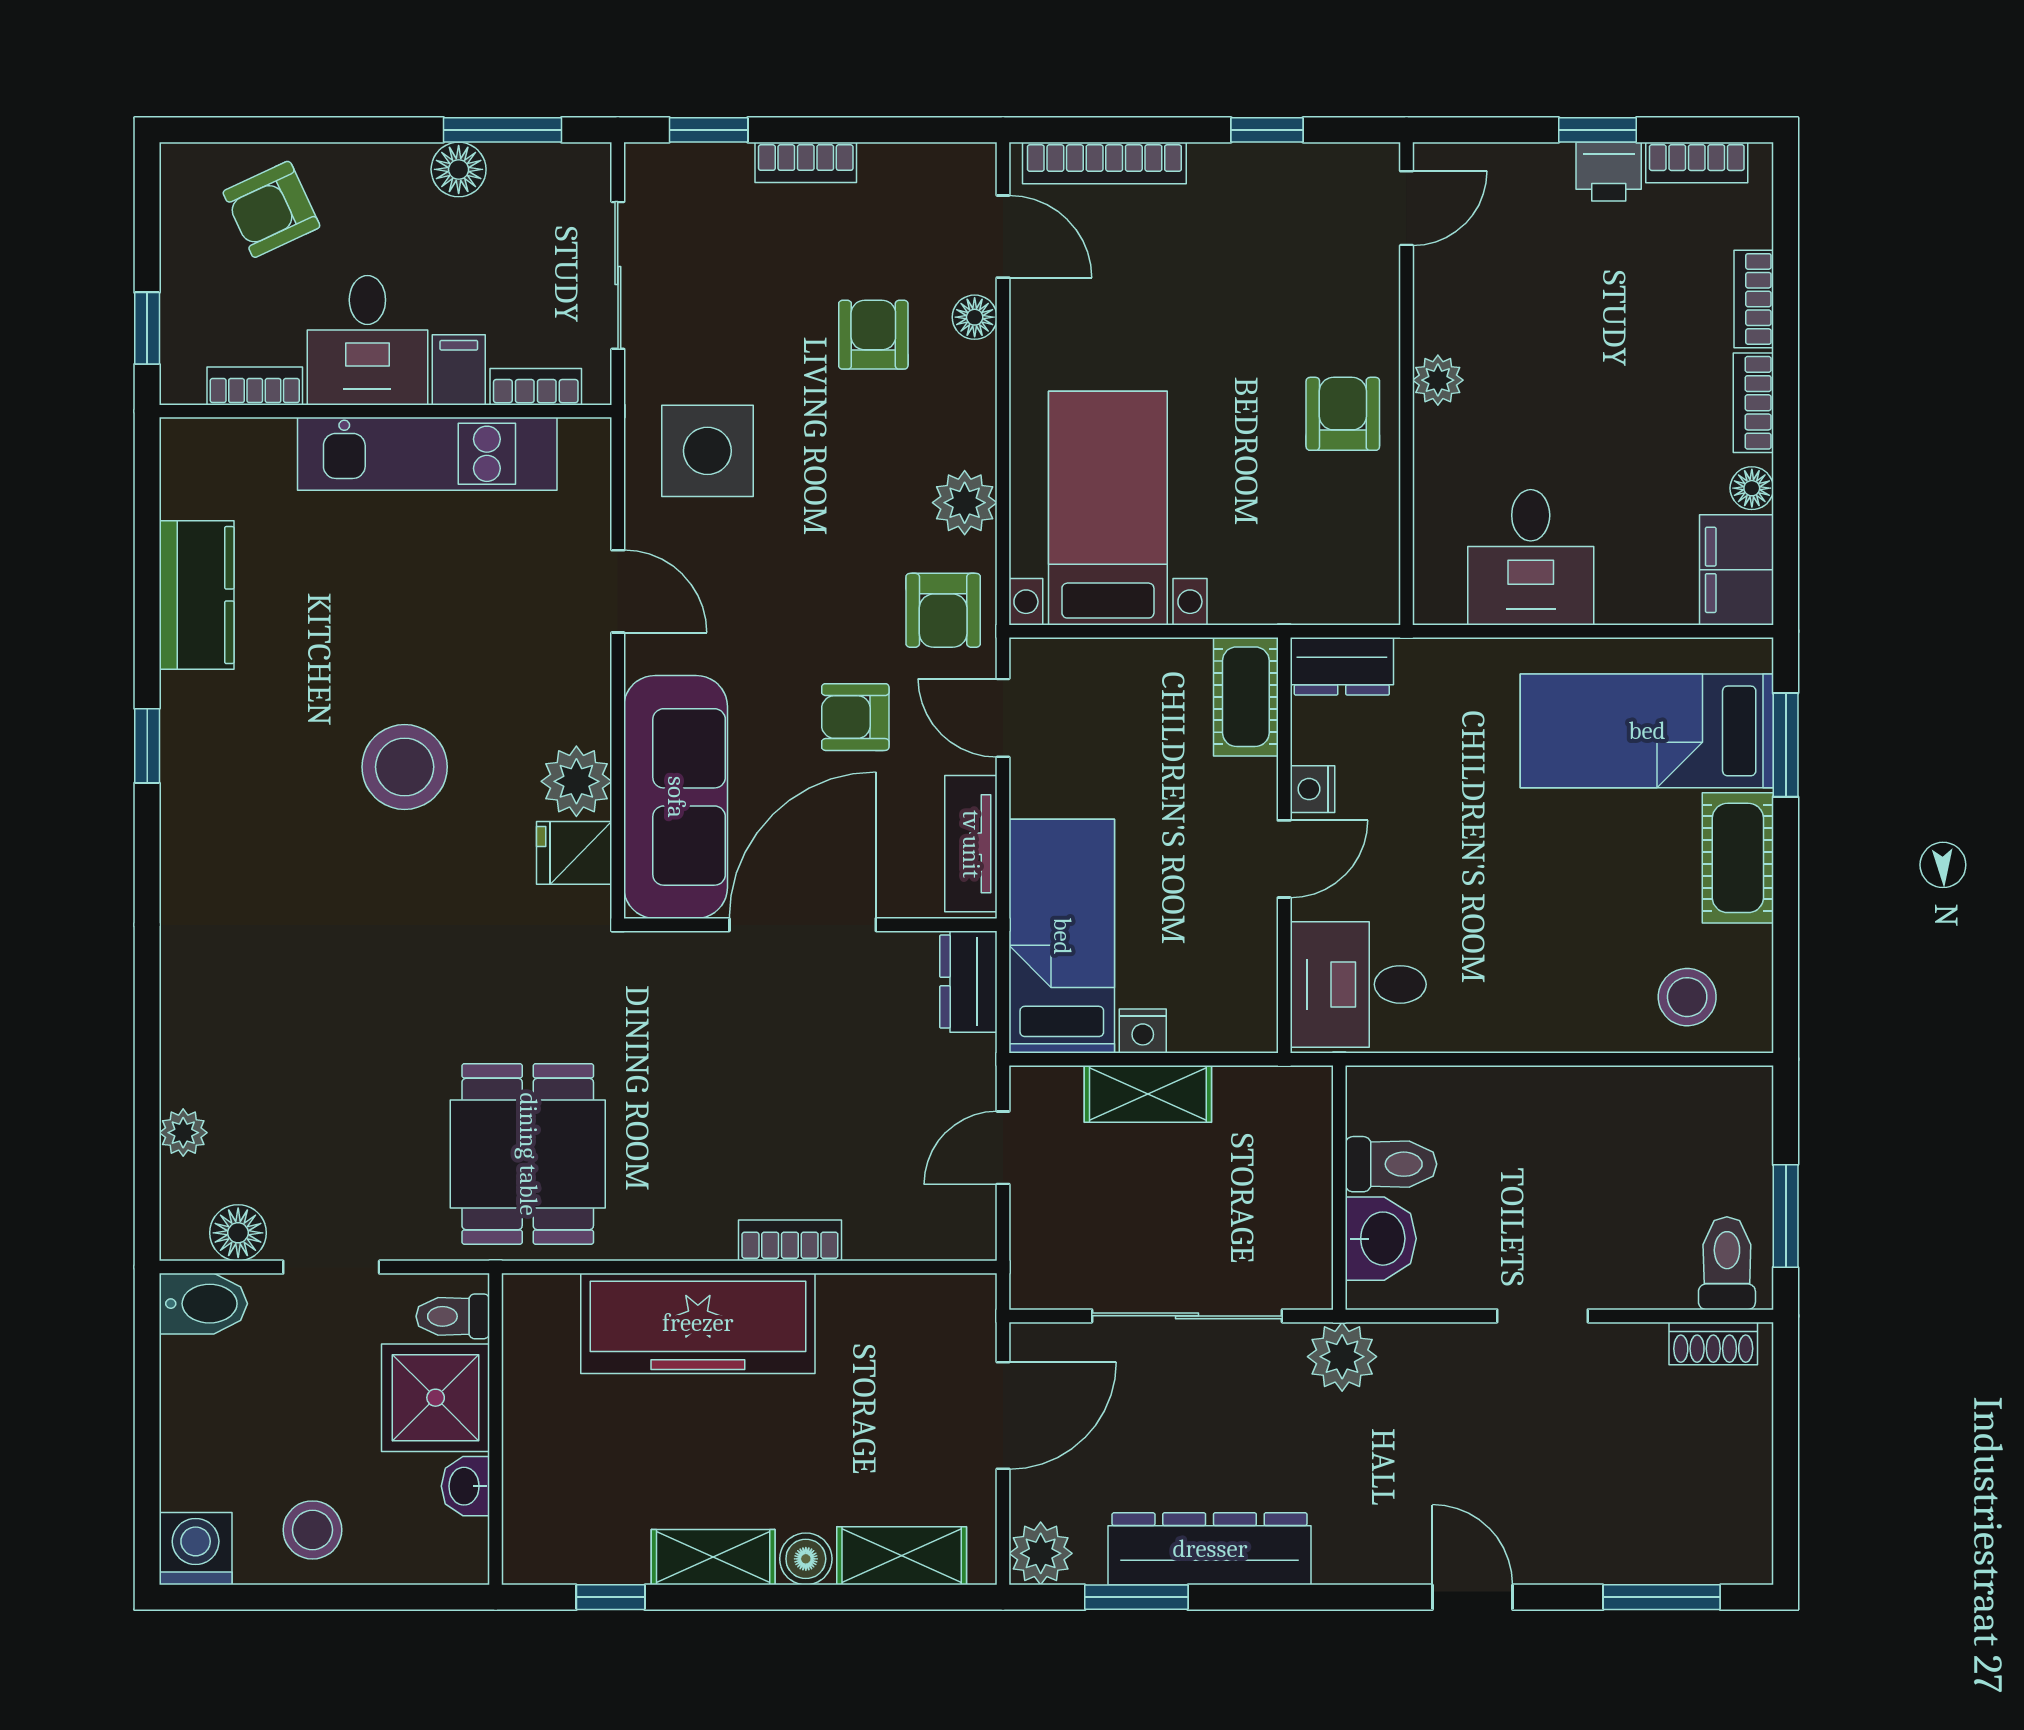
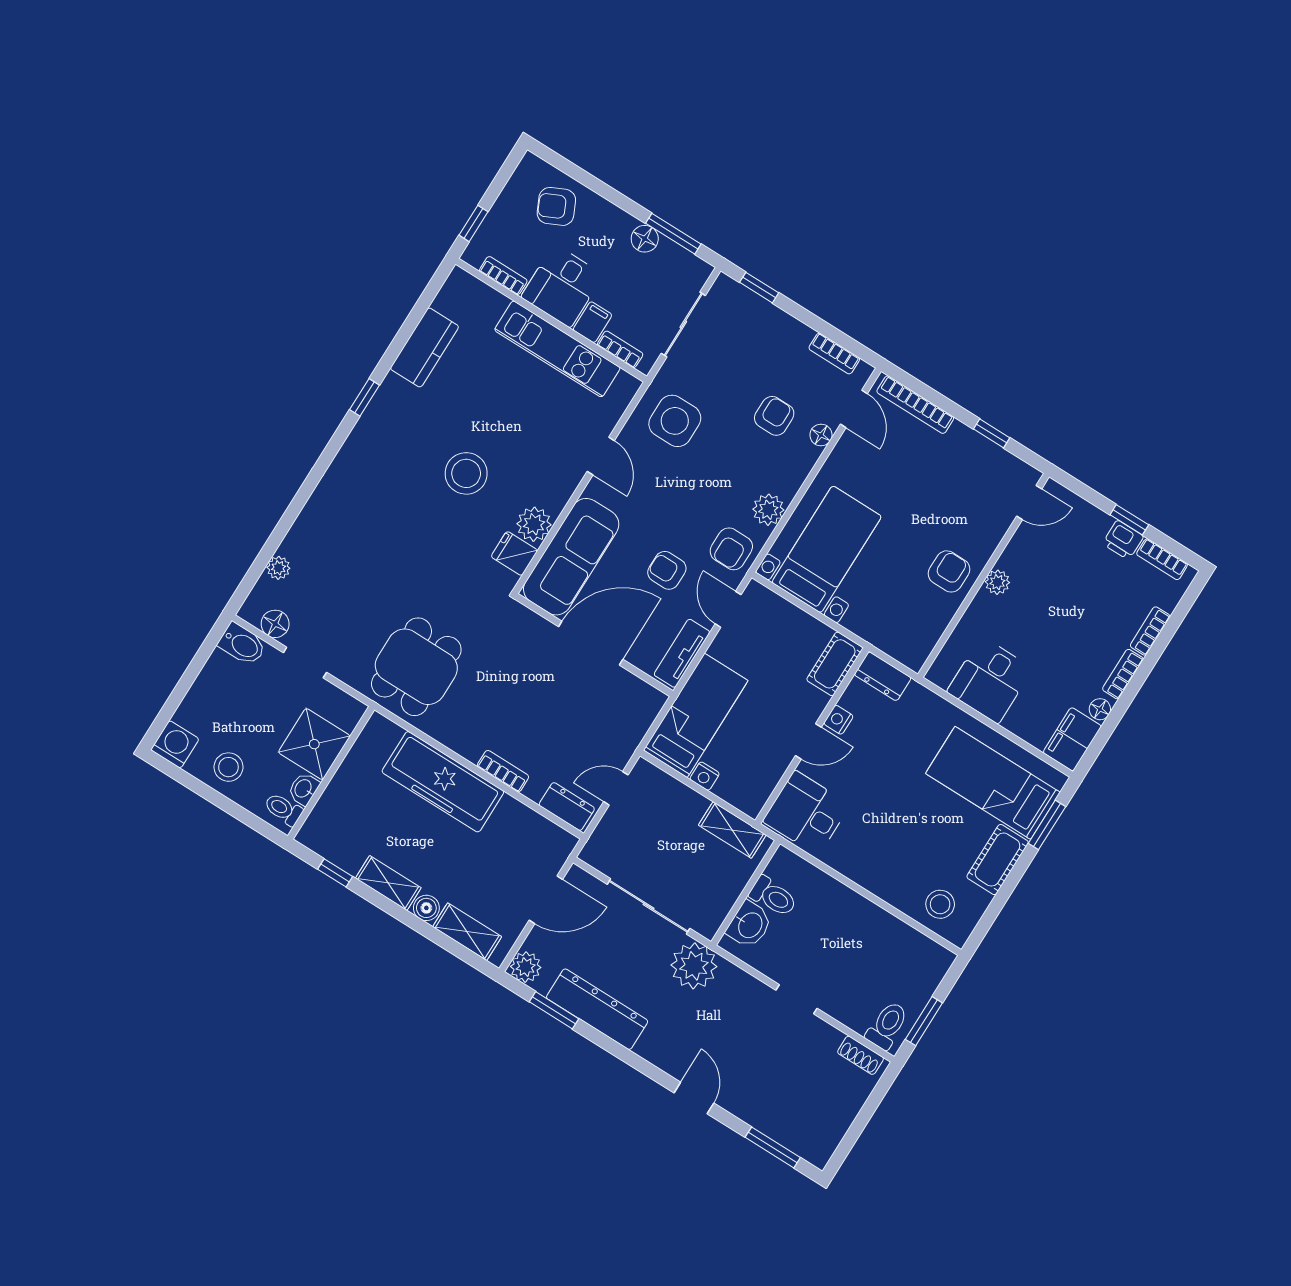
bookcase: (806, 162) -> (834, 354), moved
dresser: (968, 982) -> (567, 807), moved, turned 90
shelving: (1148, 1094) -> (732, 830), moved
toilet: (453, 1316) -> (283, 809), moved
plant: (1342, 1357) -> (694, 966), width x1.36, depth x1.36

